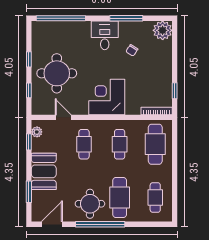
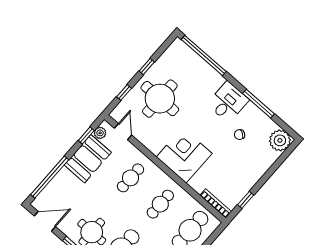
door: (63, 117) -> (123, 132), moved
booth: (44, 171) -> (88, 159), moved
window: (29, 192) -> (50, 177), width x2.11

